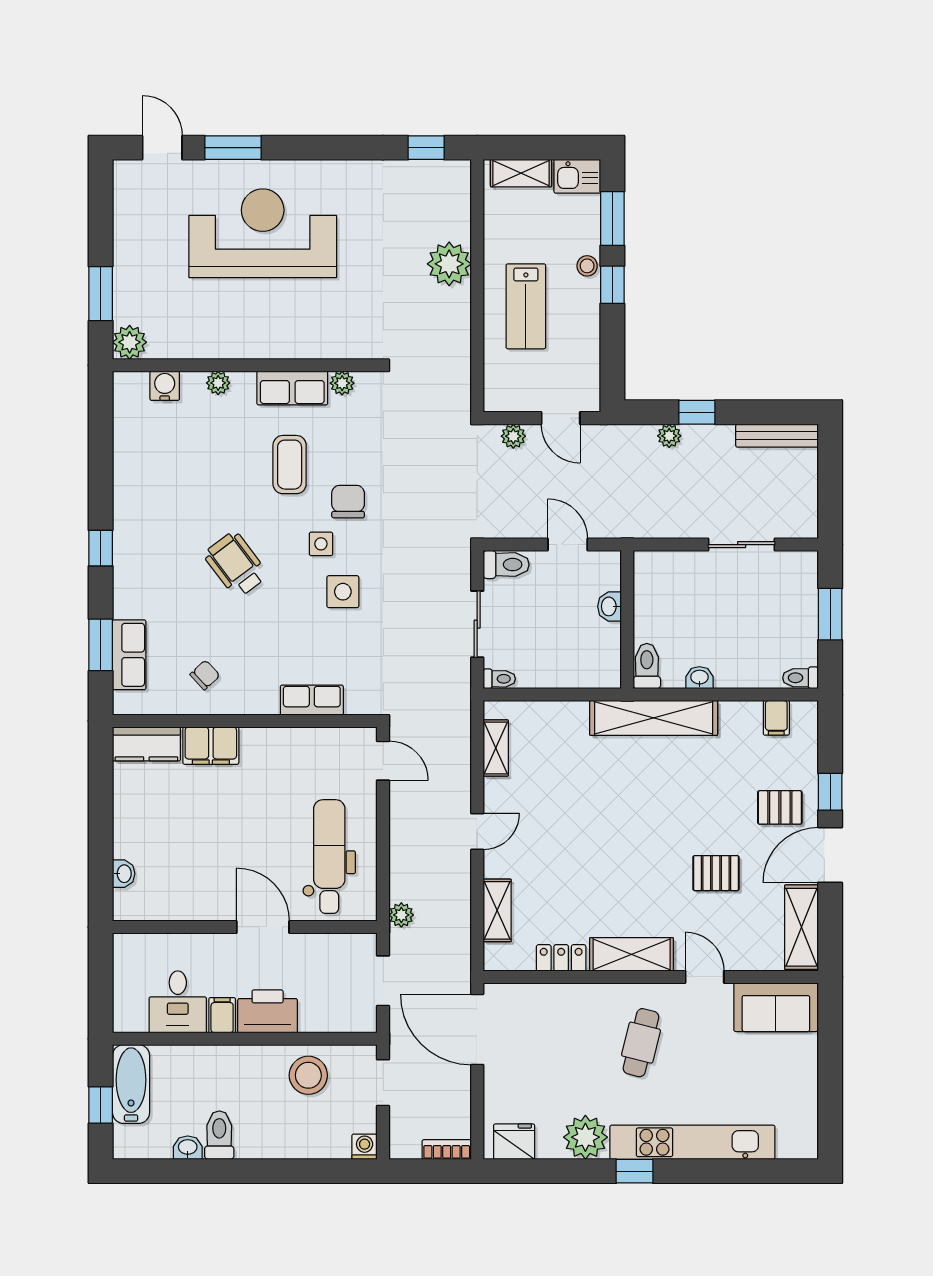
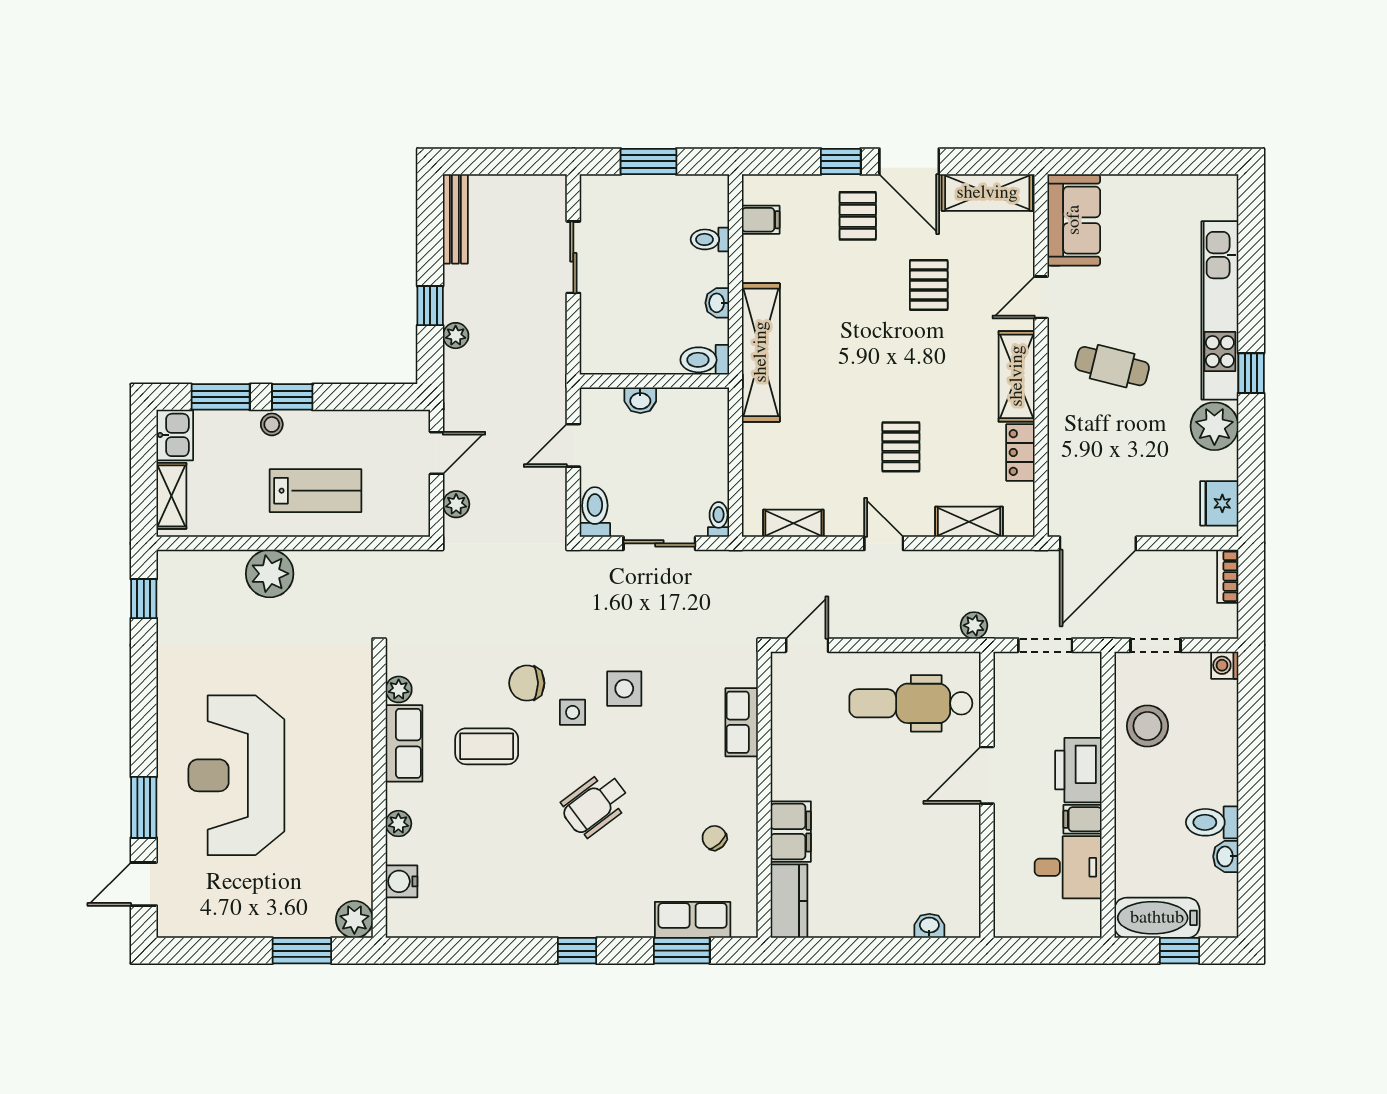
toilet: (800, 678) -> (710, 239), moved, turned 90
pallet: (566, 847) -> (901, 447), added

